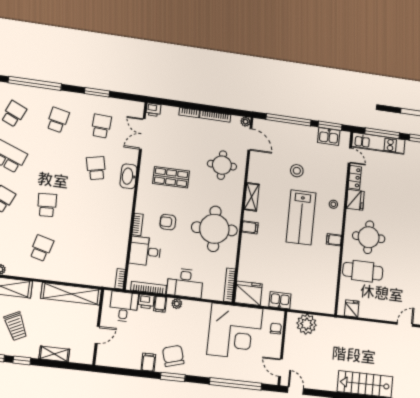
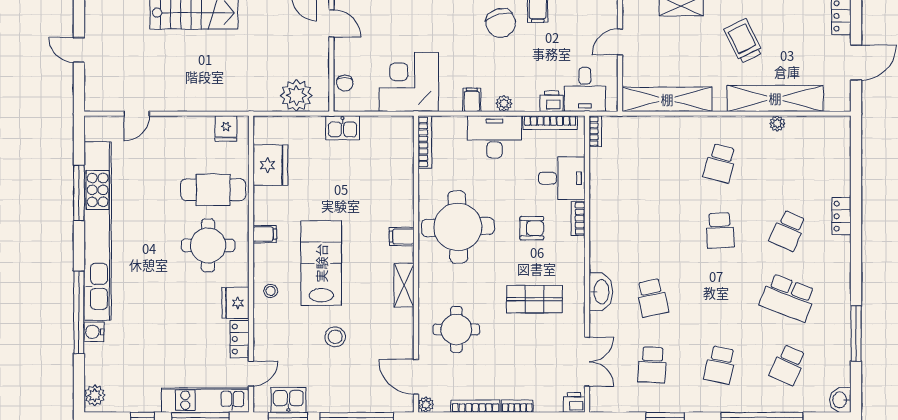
door: (350, 156) -> (251, 374), swing flipped
fridge: (248, 293) -> (270, 165), moved, turned -90
filing cabinet: (160, 304) -> (472, 100), moved
corner desk: (235, 331) -> (409, 82), width x0.74, depth x0.74

